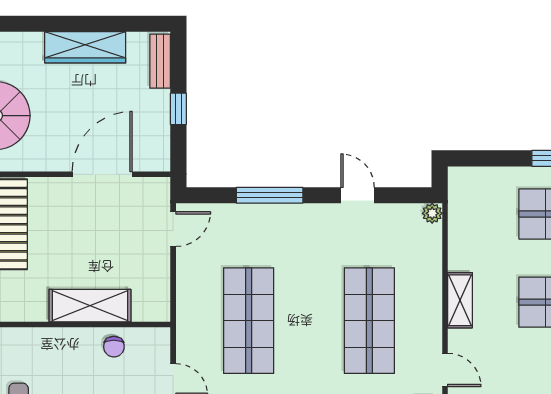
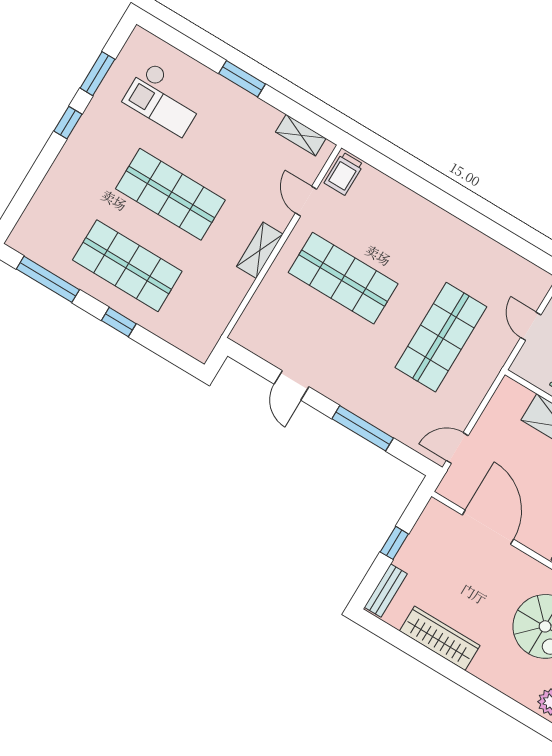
door: (102, 174) -> (488, 527), swing flipped
plant: (432, 213) -> (240, 334), removed
shop shelf: (369, 321) -> (343, 278), turned 90

